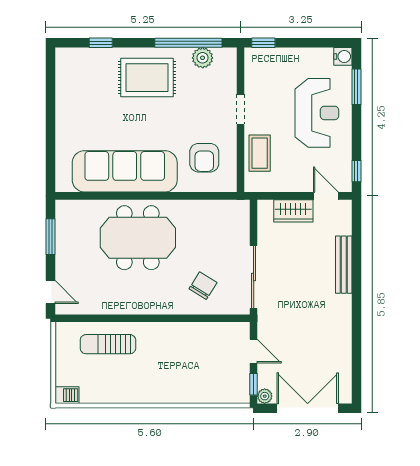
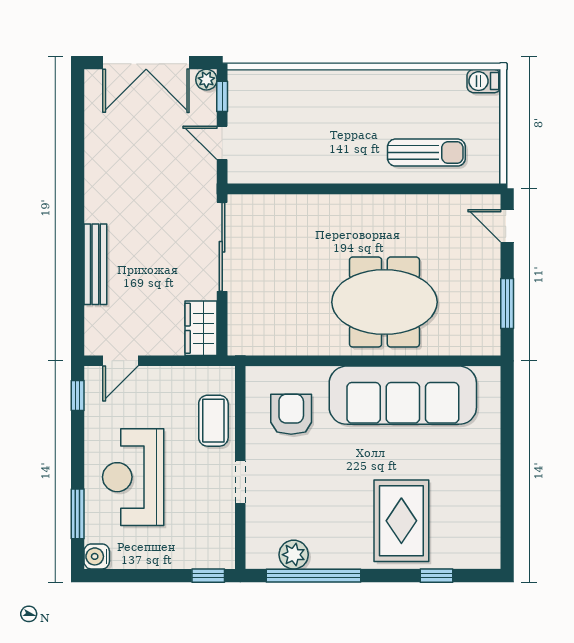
rug: (147, 78) -> (401, 521), moved, turned 90
door: (326, 196) -> (121, 361), hinge flipped
wardrobe: (293, 211) -> (201, 328), moved, turned -90
chair: (203, 286) -> (293, 235), removed

